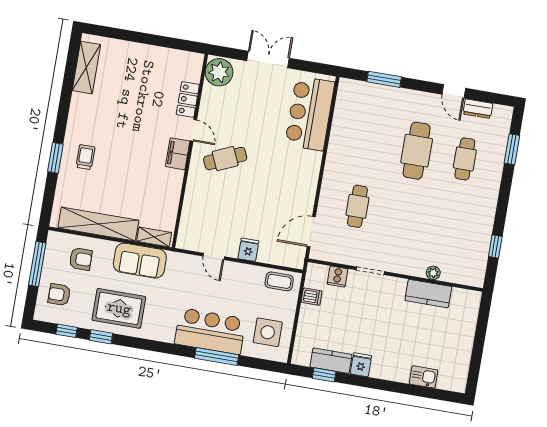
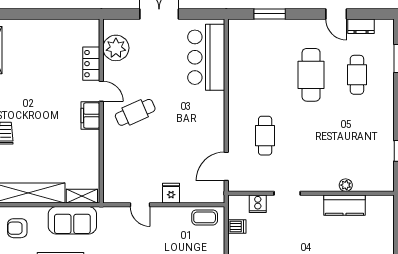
plant: (219, 72) -> (116, 48), moved
armchair: (81, 259) -> (17, 228), turned 180

